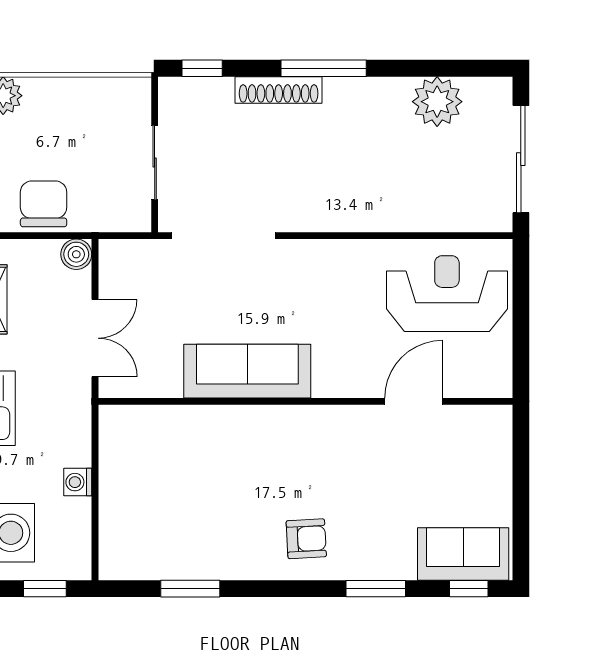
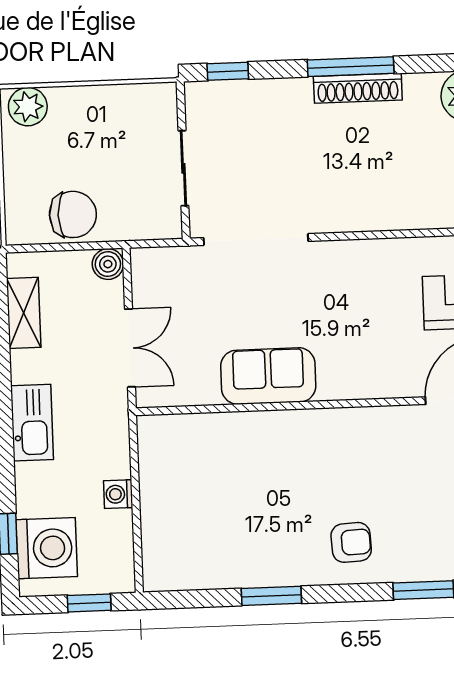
shoe rack: (279, 90) -> (358, 88), moved
chair: (44, 204) -> (73, 214), turned 90
sofa: (247, 371) -> (268, 376), width x0.73
window: (190, 589) -> (271, 596), moved

